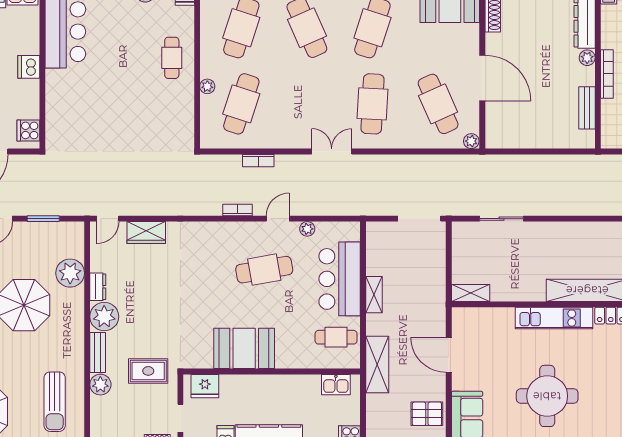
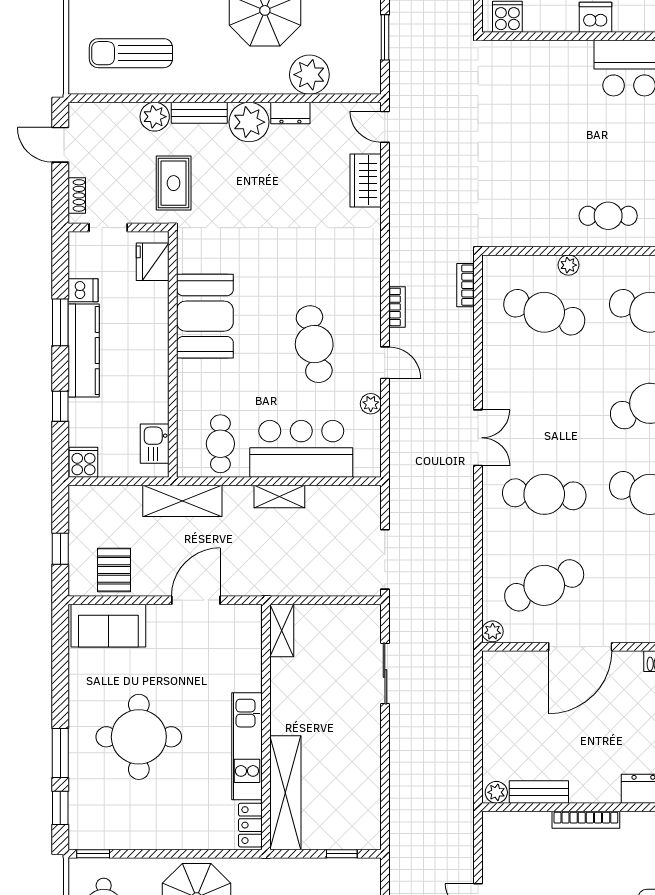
plant: (587, 58) -> (496, 792), moved
bookcase: (258, 161) -> (465, 285), moved

